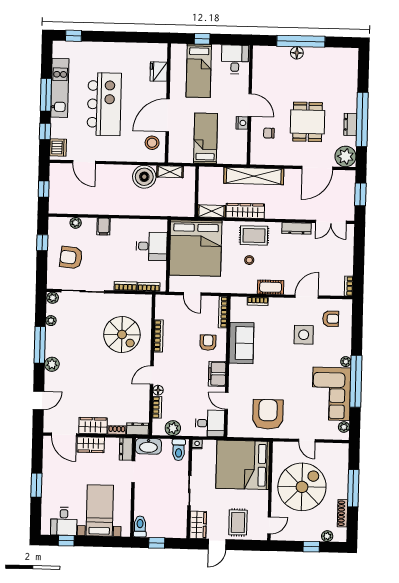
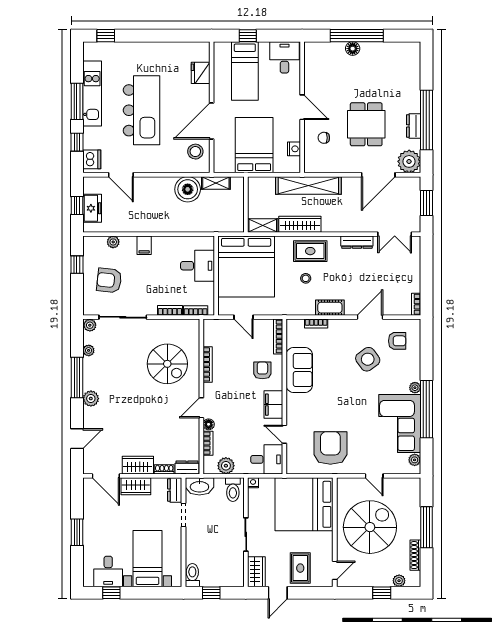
nightstand: (242, 123) -> (294, 149), moved
bed: (206, 138) -> (254, 145), width x1.50
freezer: (57, 192) -> (92, 208), added
side table: (304, 335) -> (368, 359), turned -36

